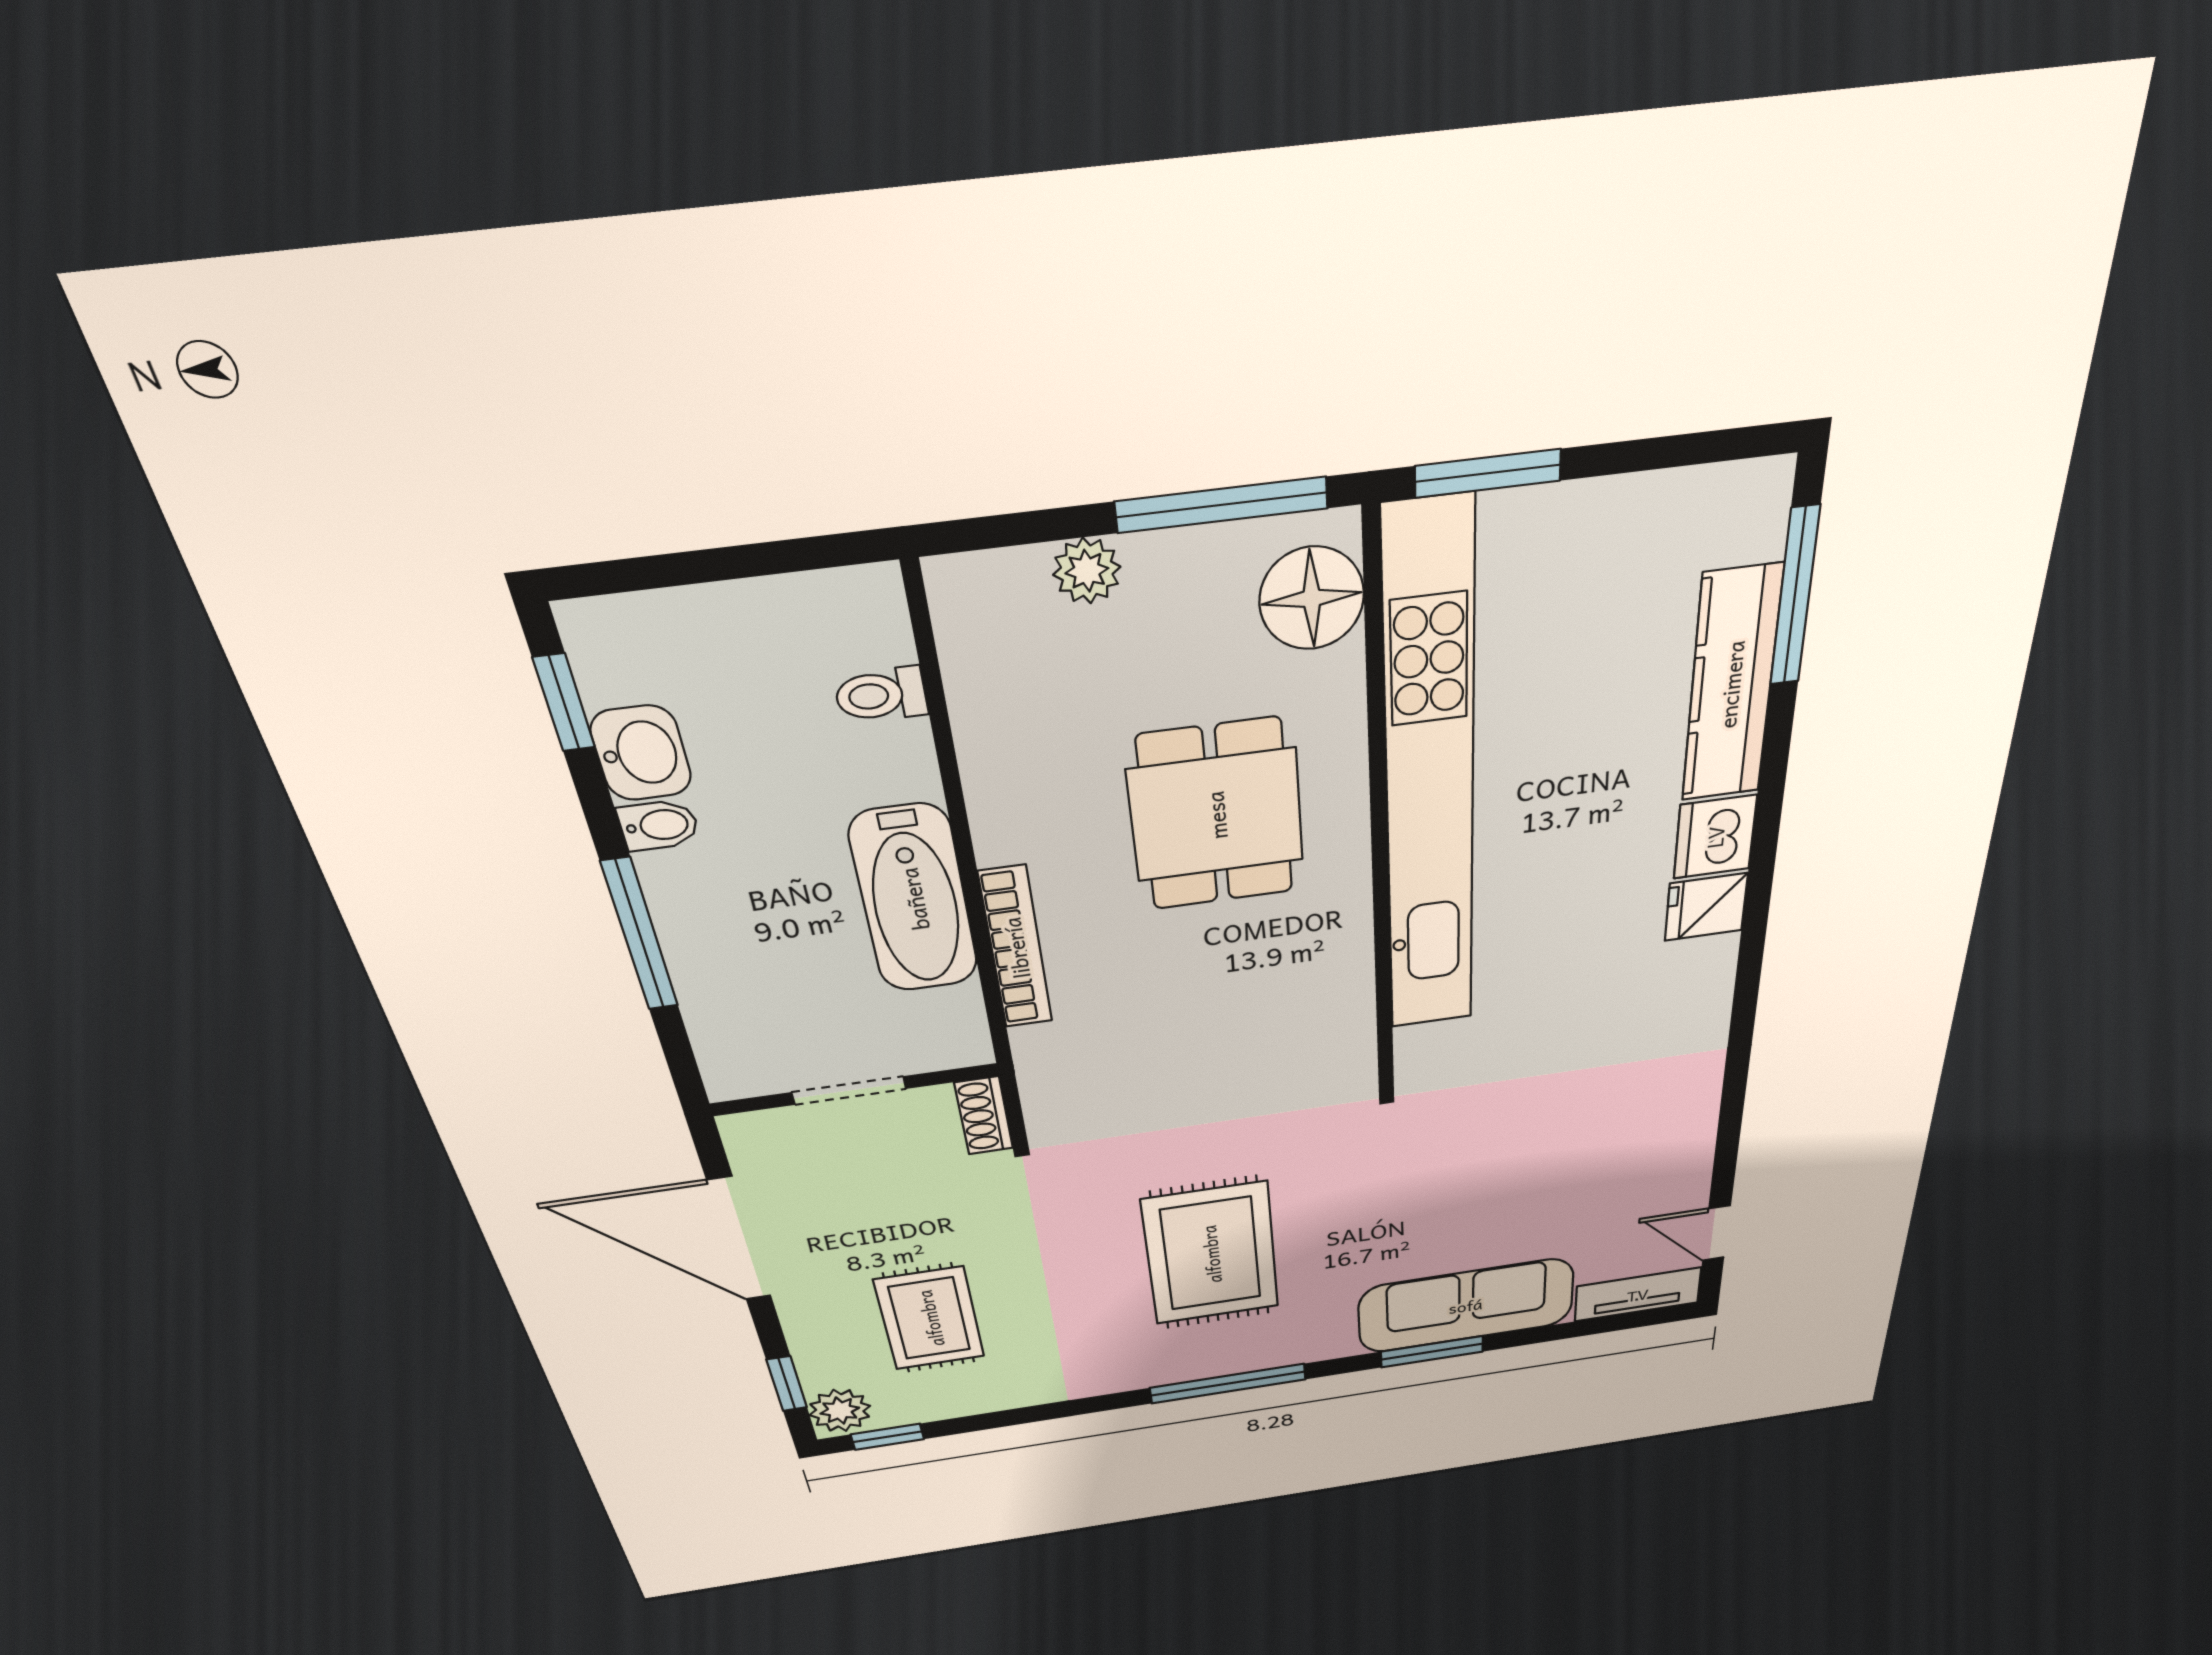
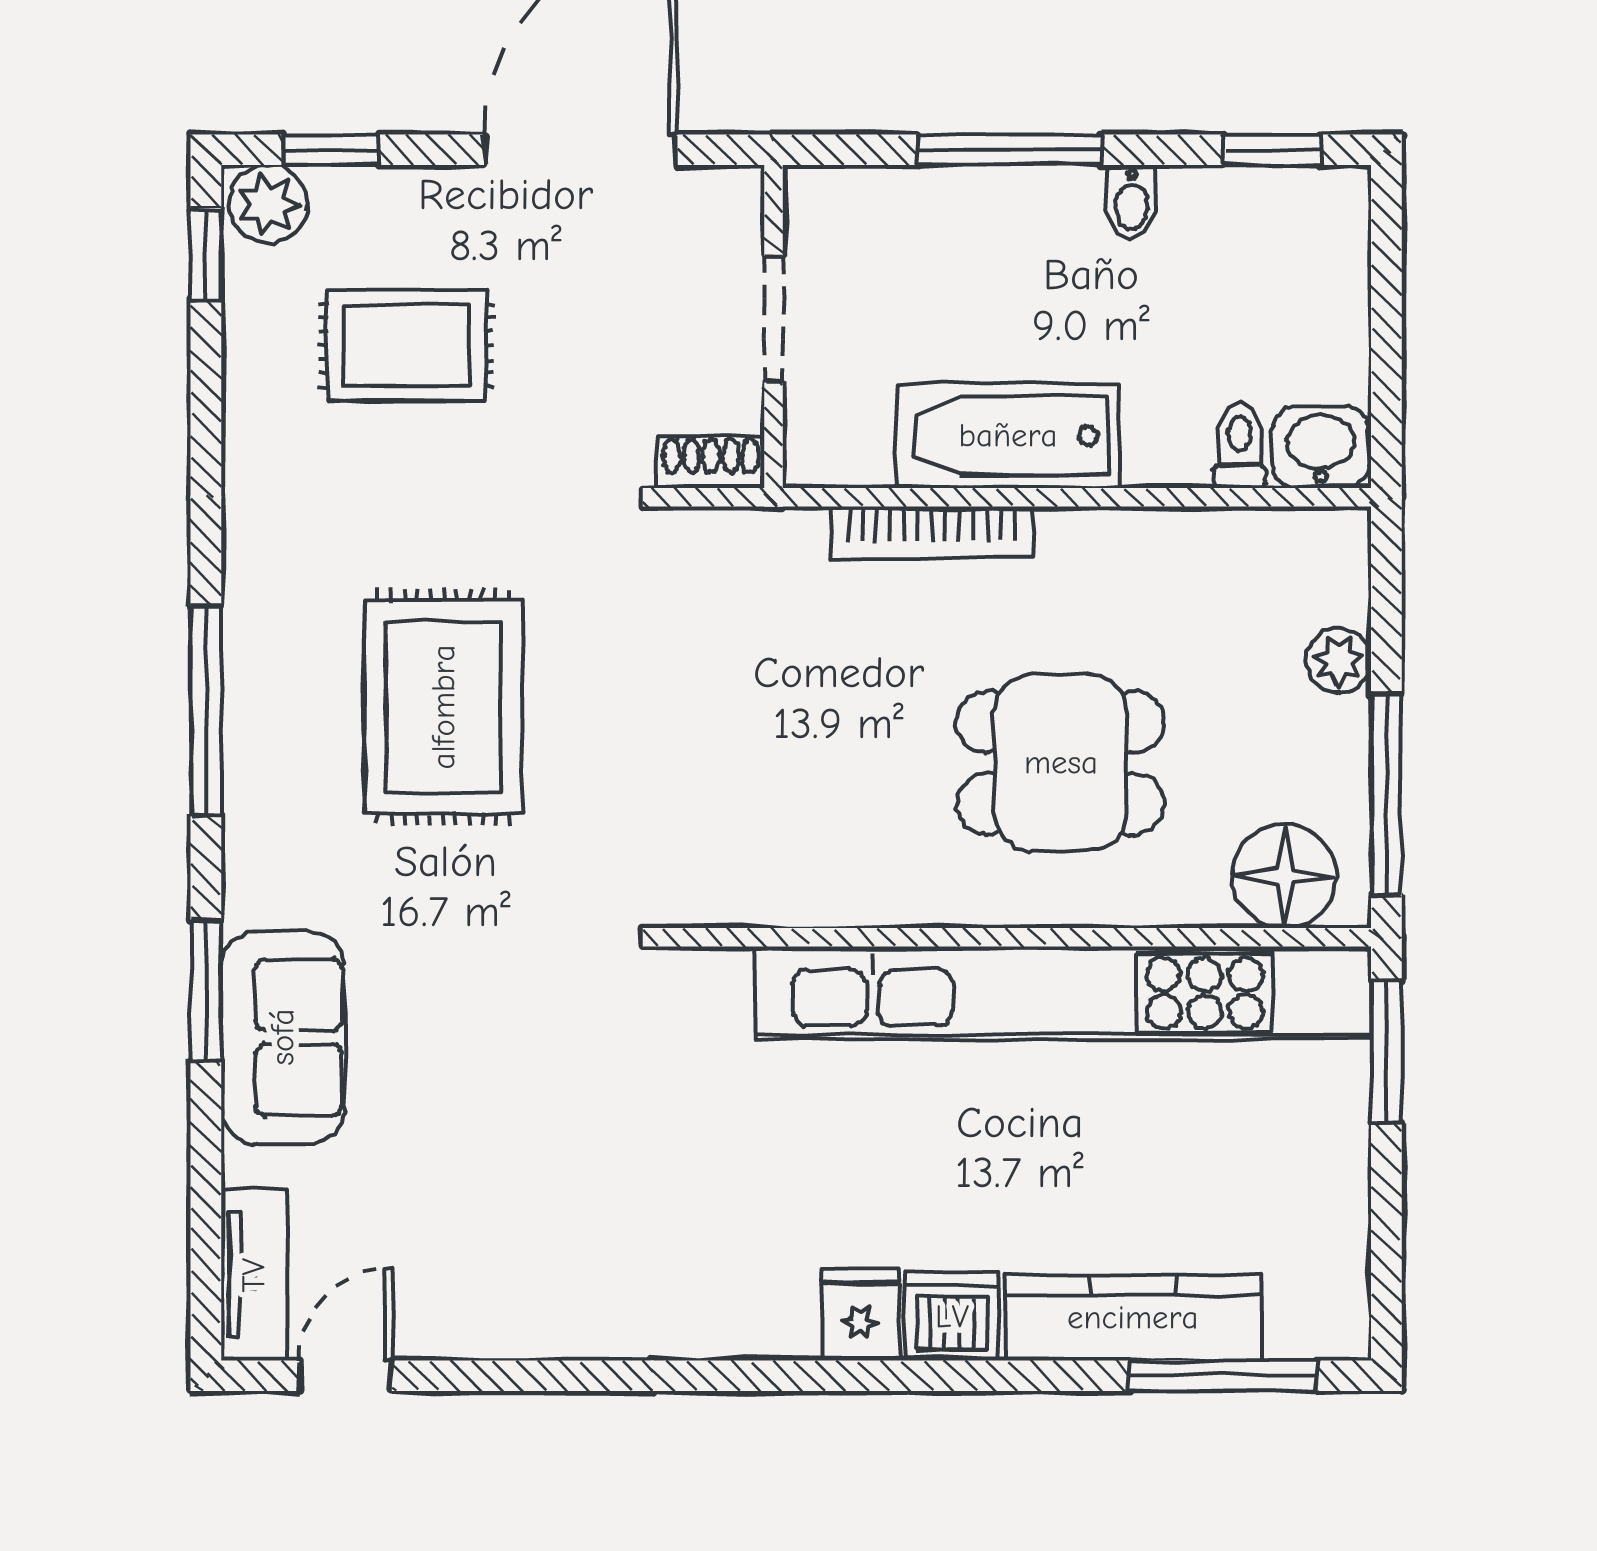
washbasin: (641, 753) -> (1320, 447), moved, turned 180
rug: (1211, 1254) -> (444, 707), turned 90
sofa: (1466, 1306) -> (283, 1037), width x0.73

